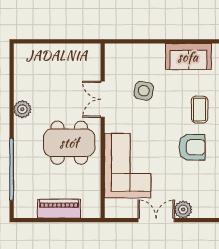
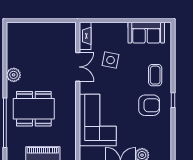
fireplace: (112, 60) -> (85, 36), added
double door: (103, 99) -> (78, 67), swing flipped
dining table: (69, 143) -> (34, 109), moved

